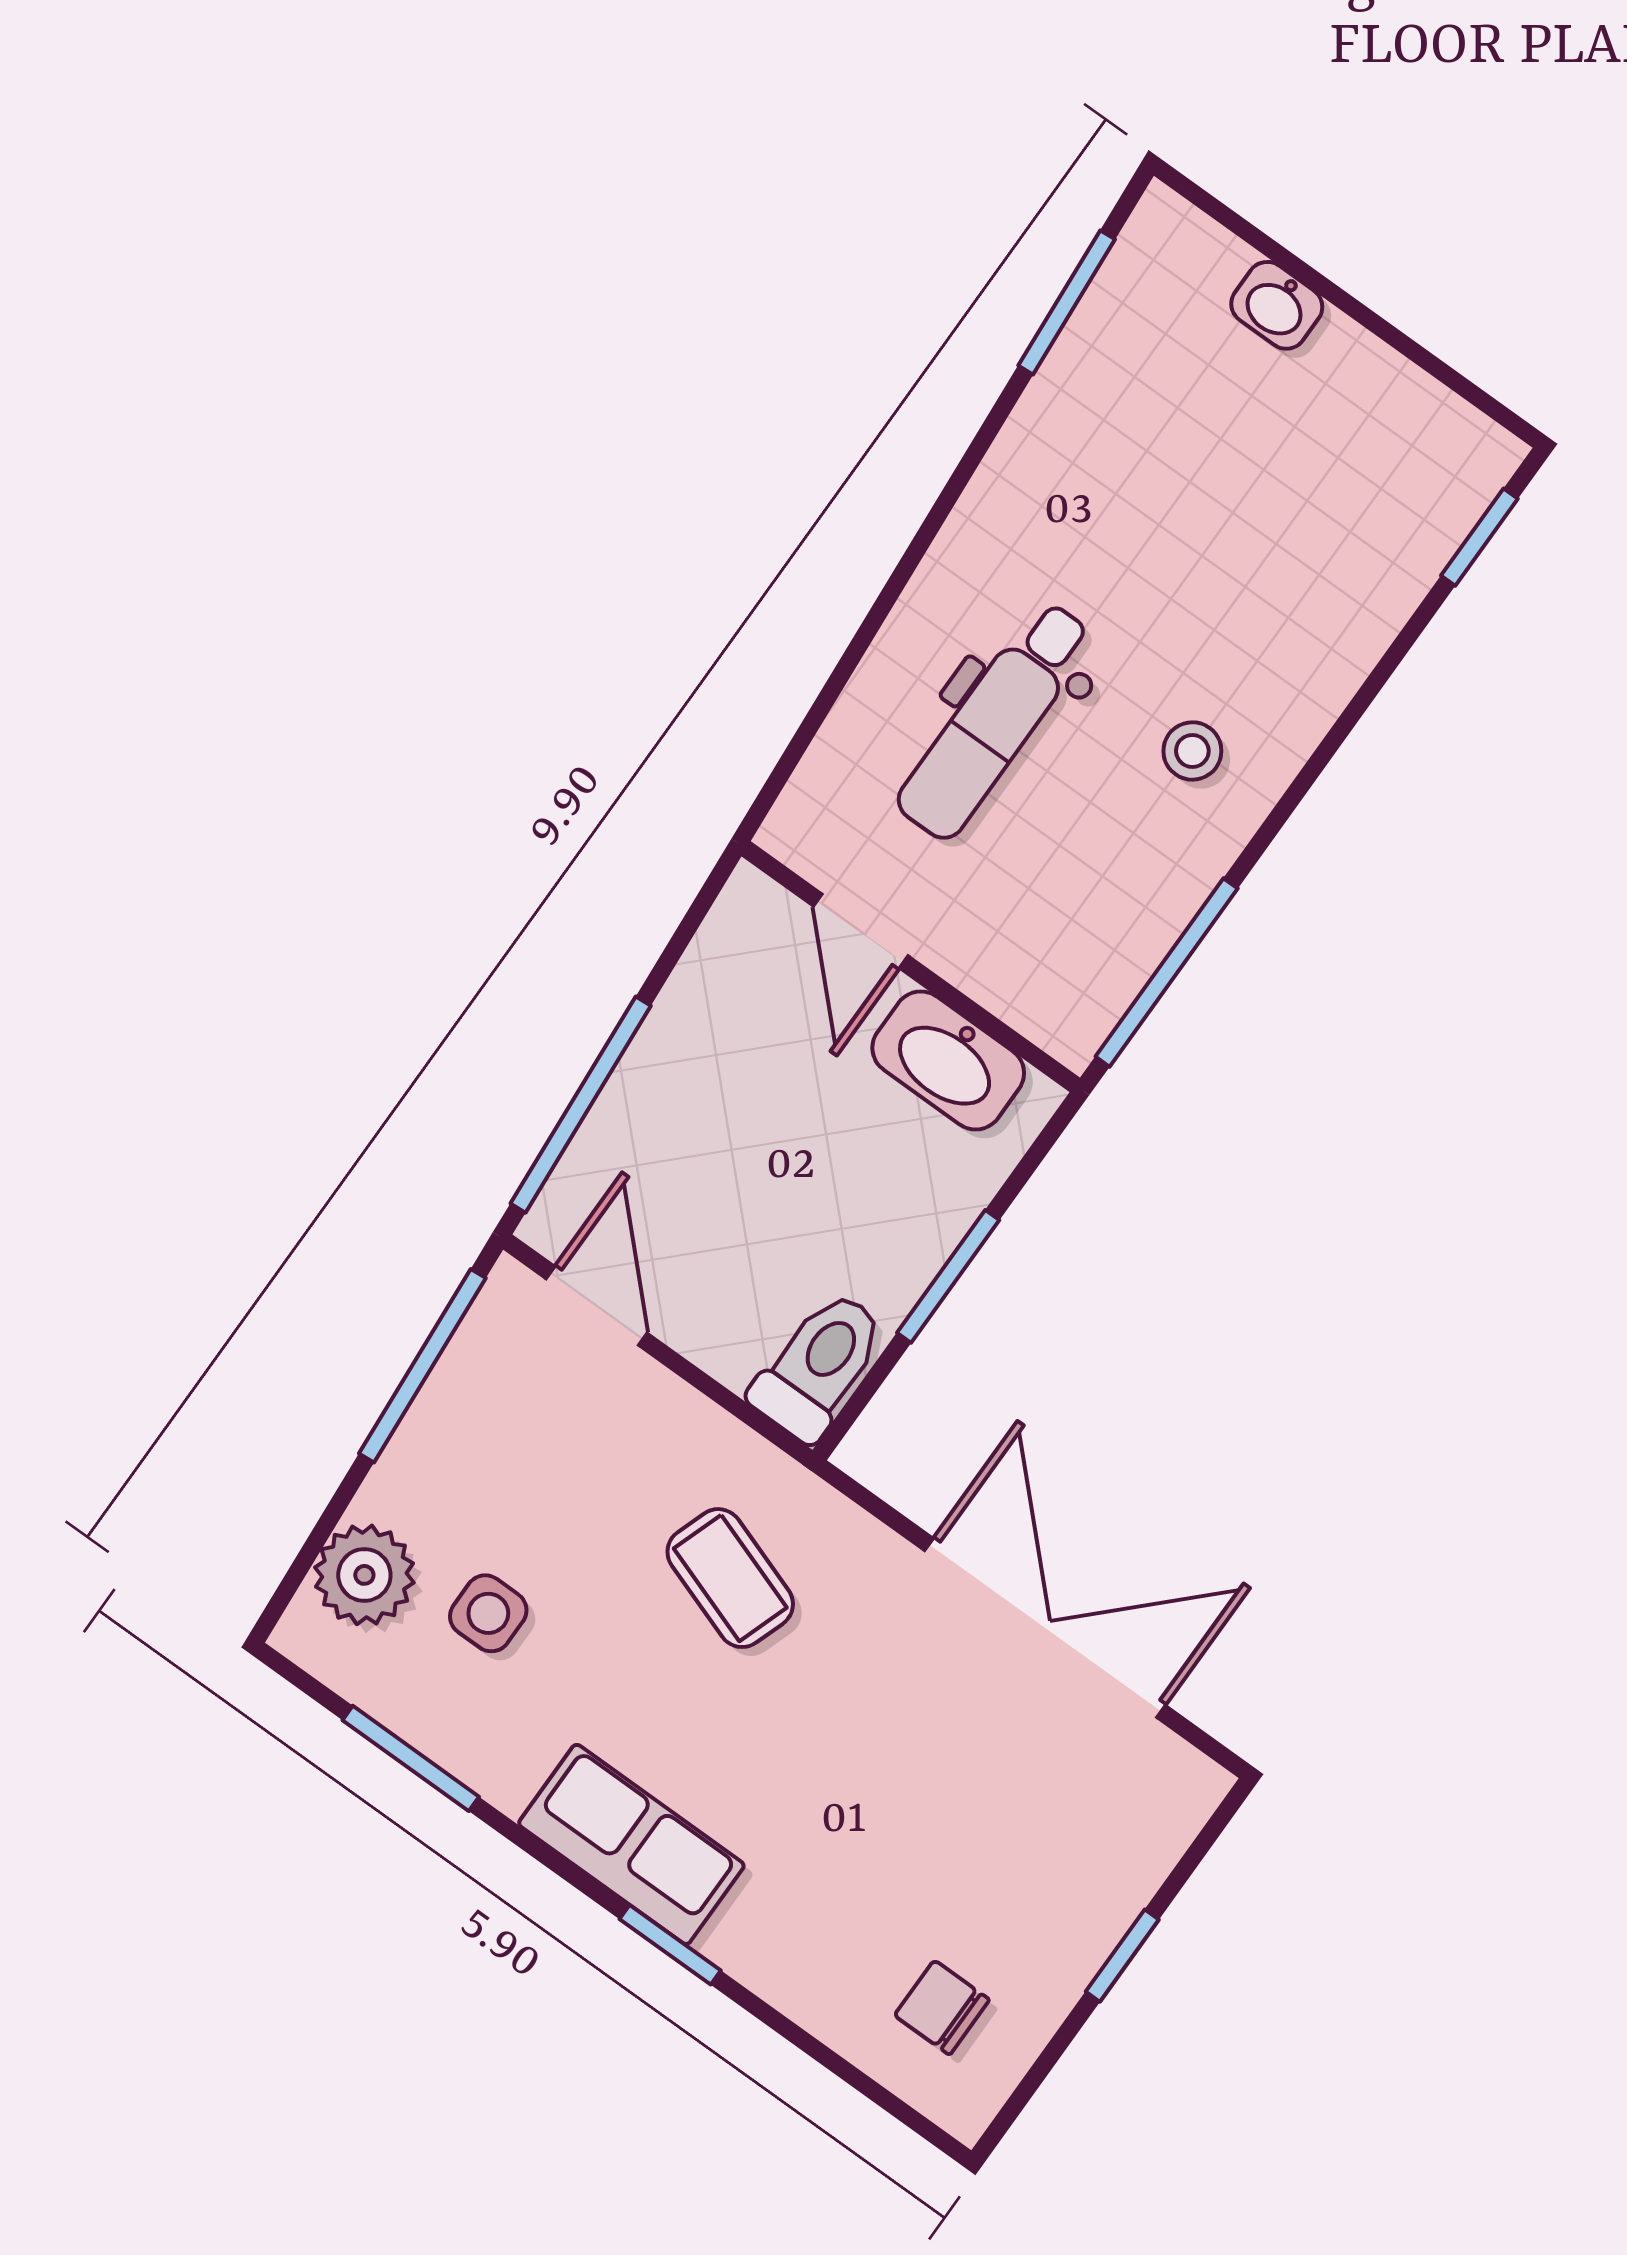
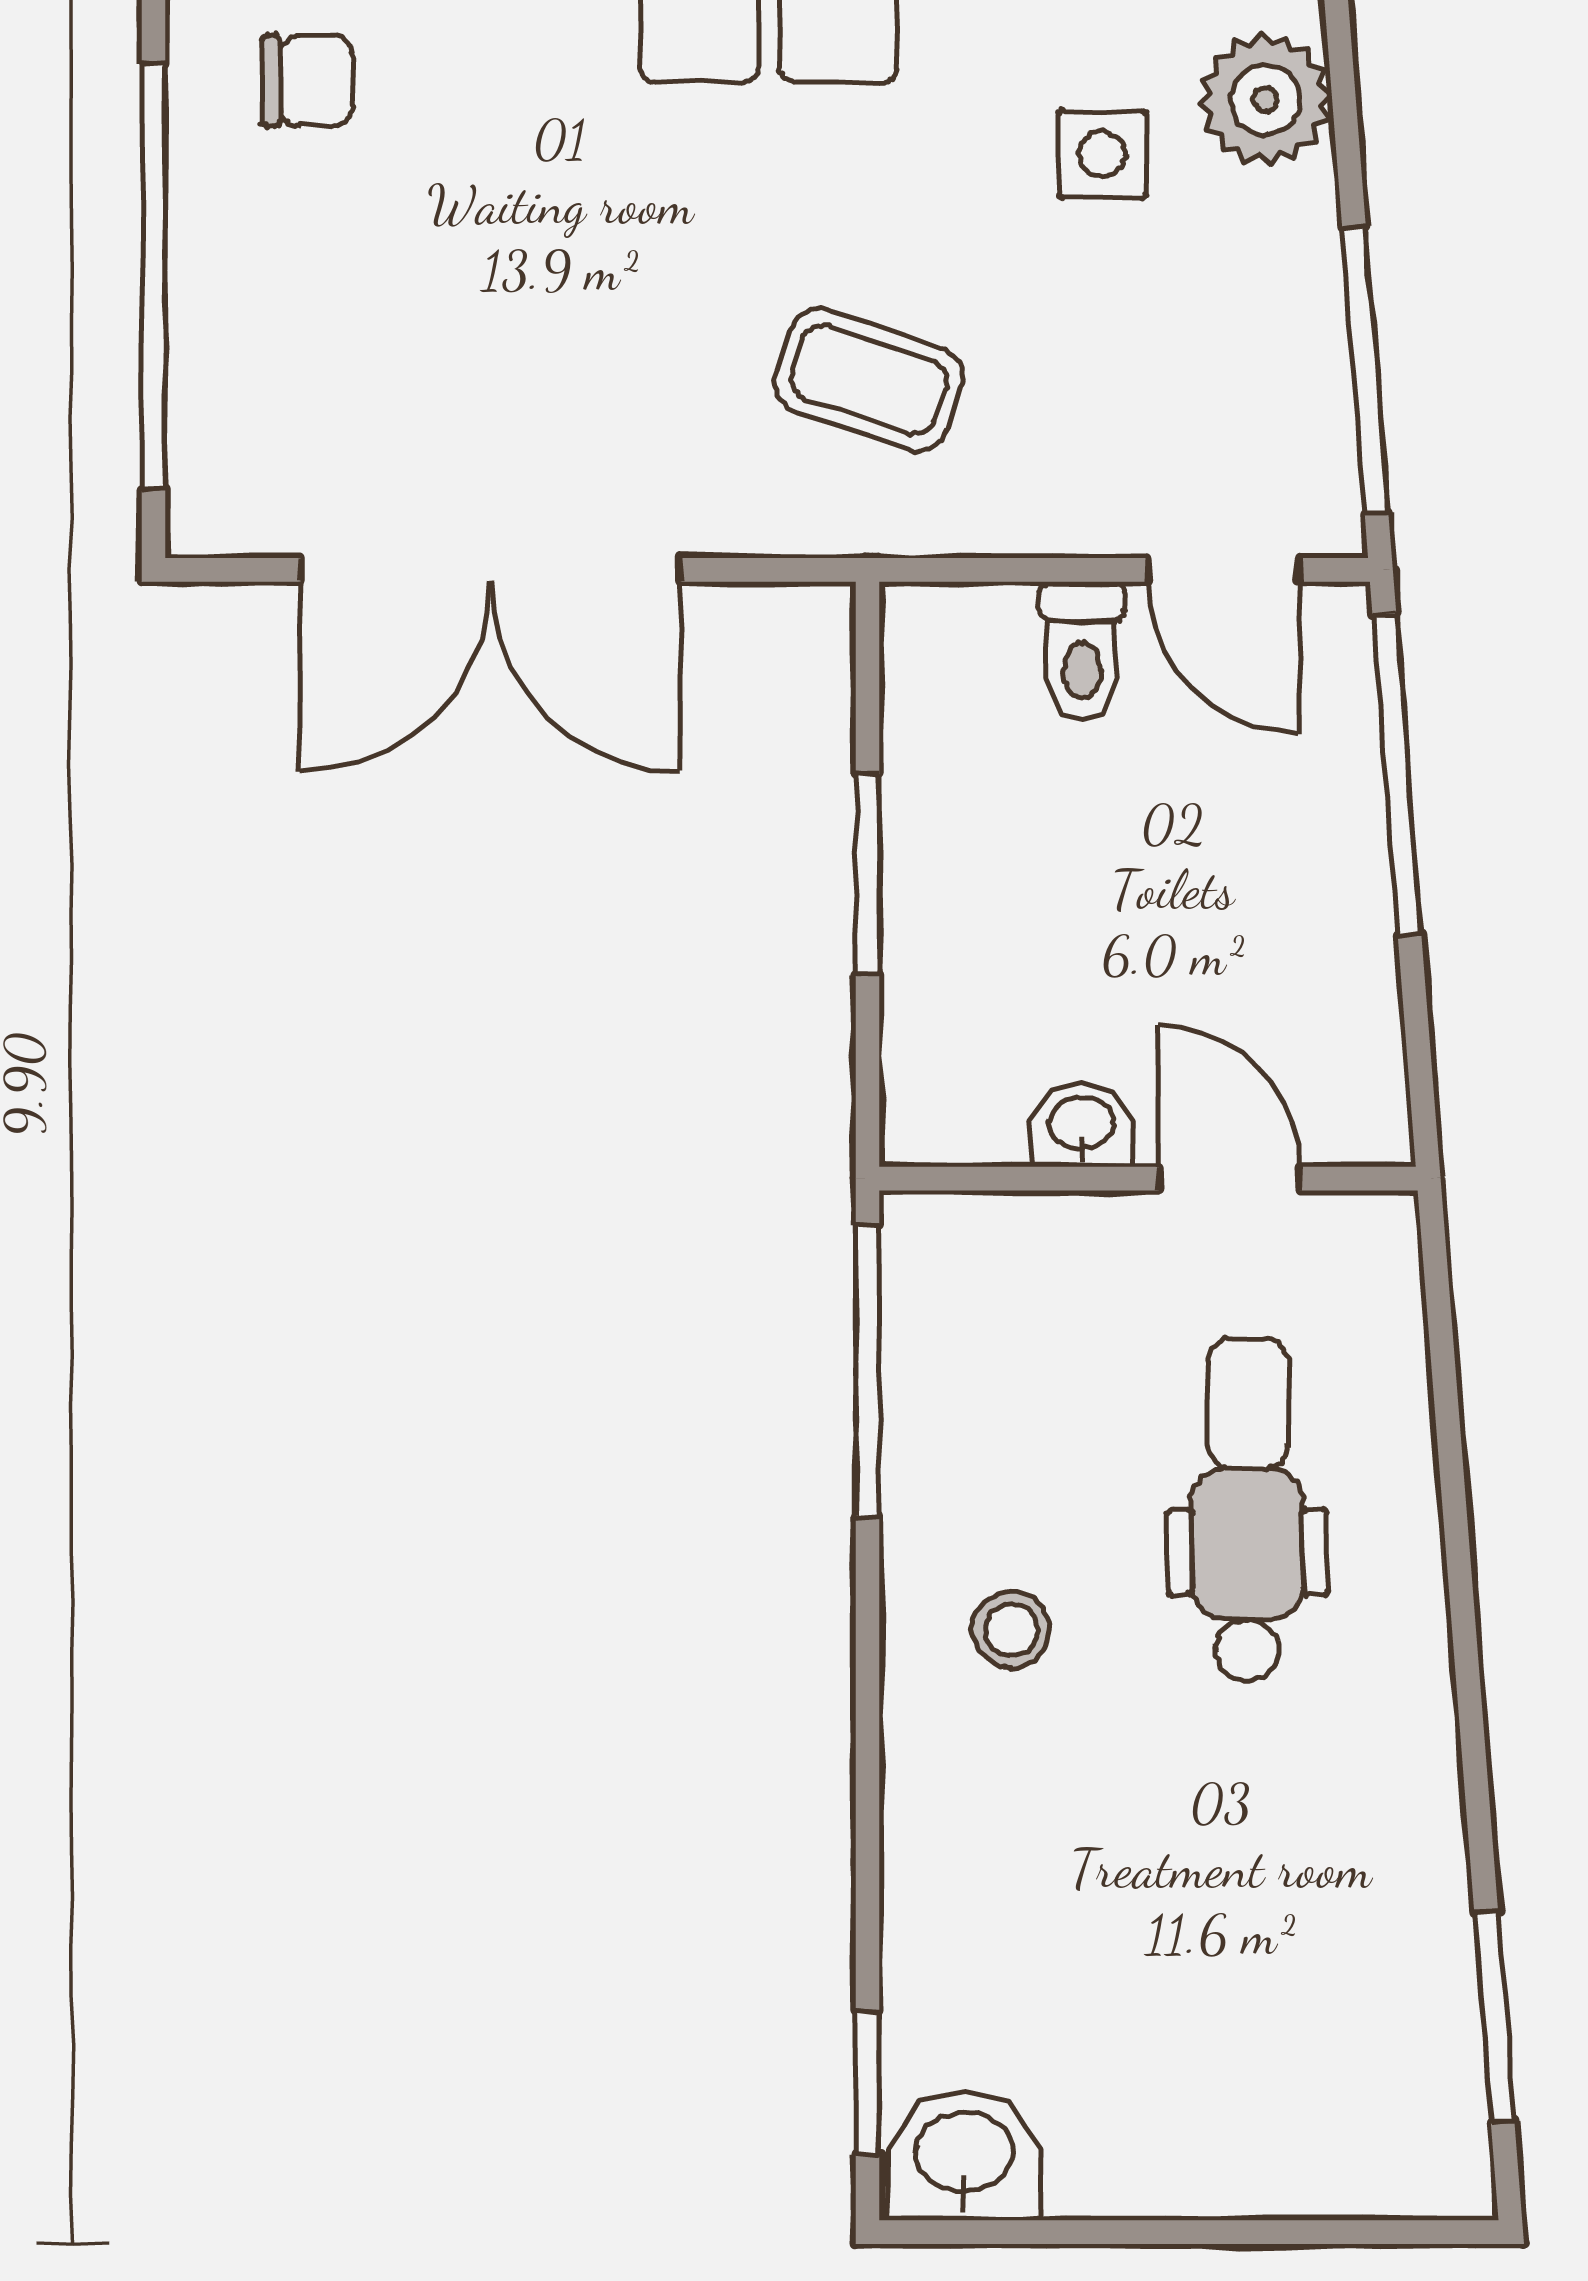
washbasin: (1277, 305) -> (964, 2156), moved, width x1.38, depth x1.45
washbasin: (948, 1060) -> (1082, 1125), width x0.52, depth x0.69
toilet: (819, 1365) -> (1082, 651), moved, width x0.73, depth x0.72
window: (1122, 1956) -> (153, 277), width x3.17

